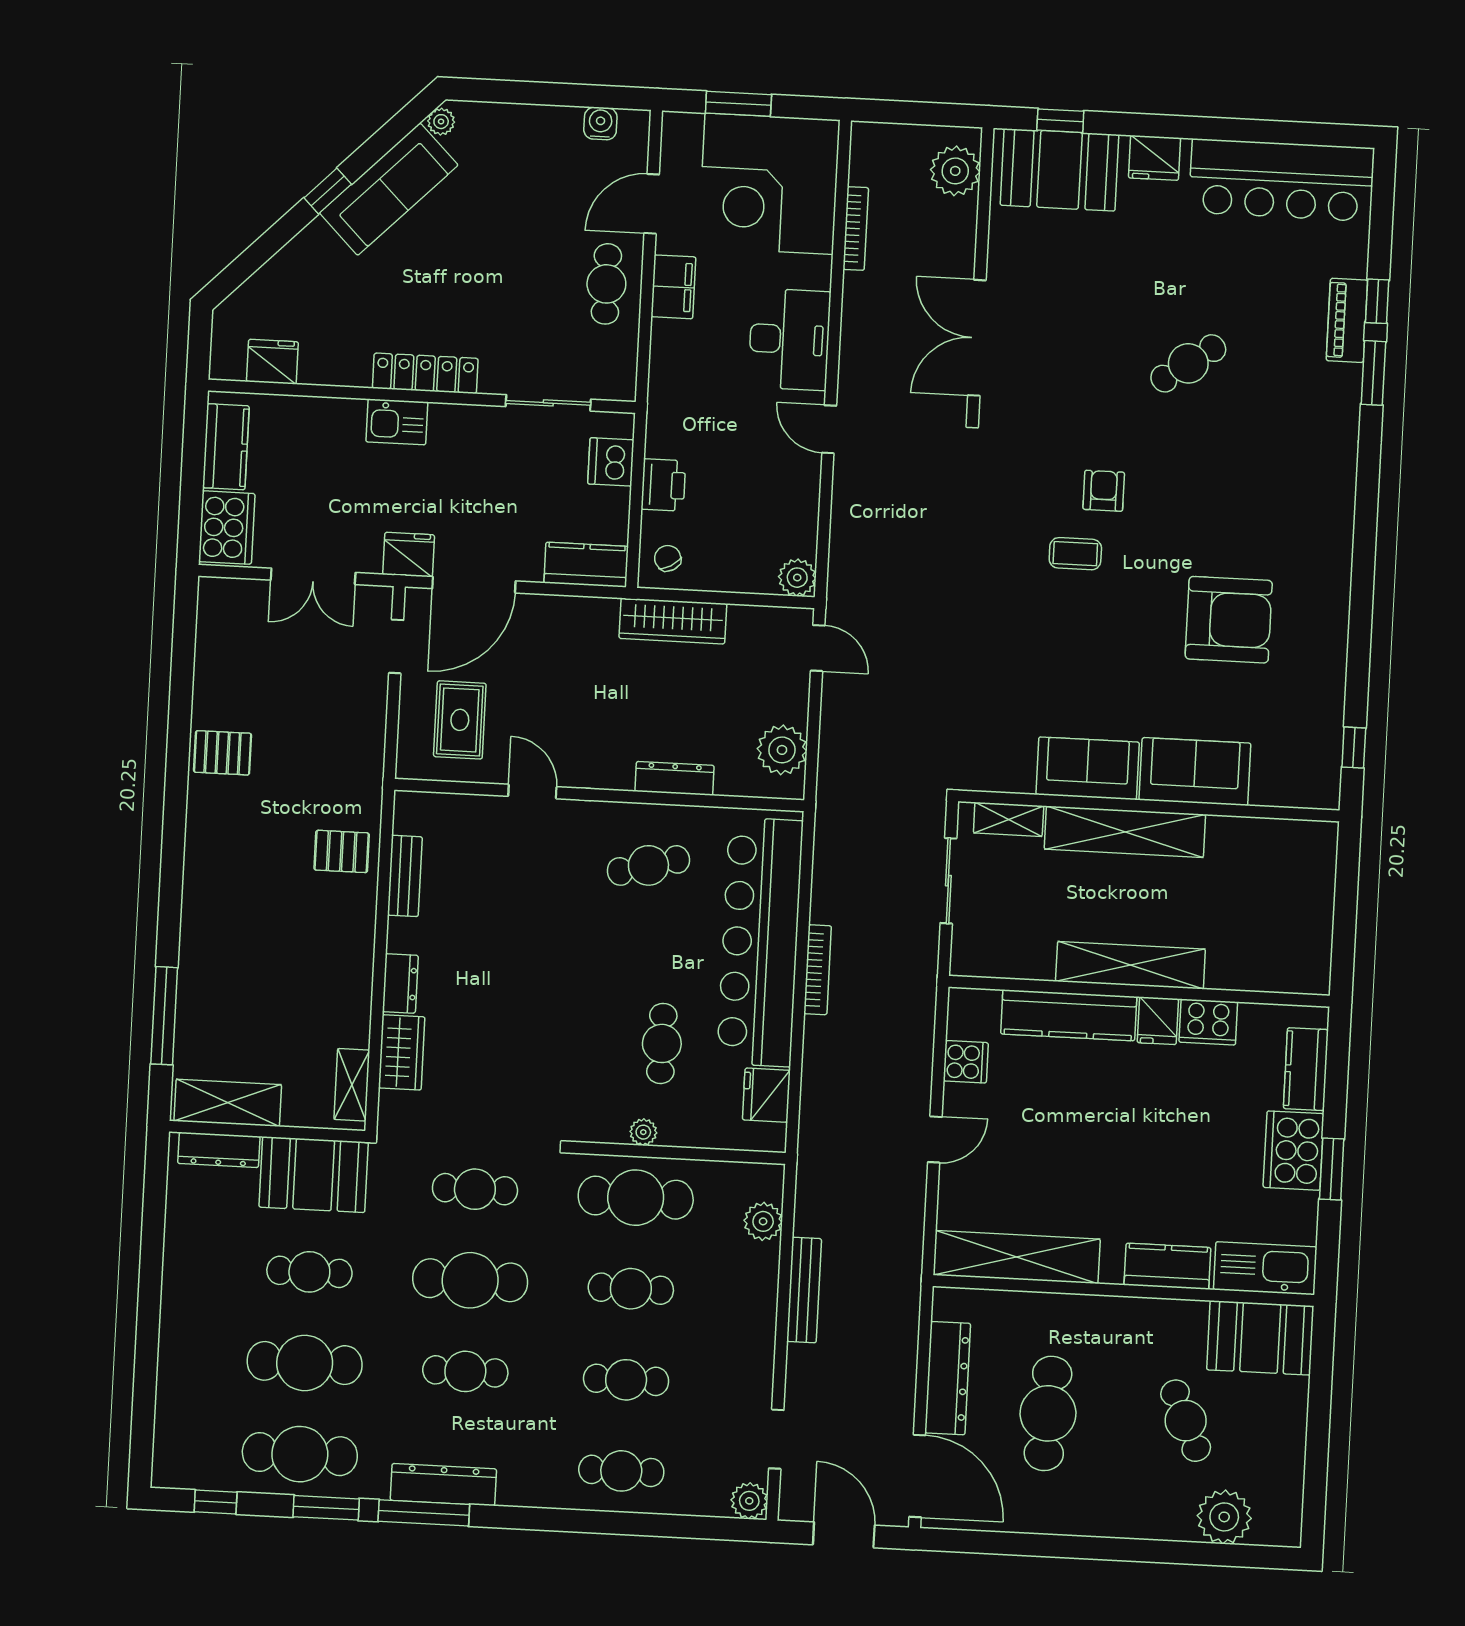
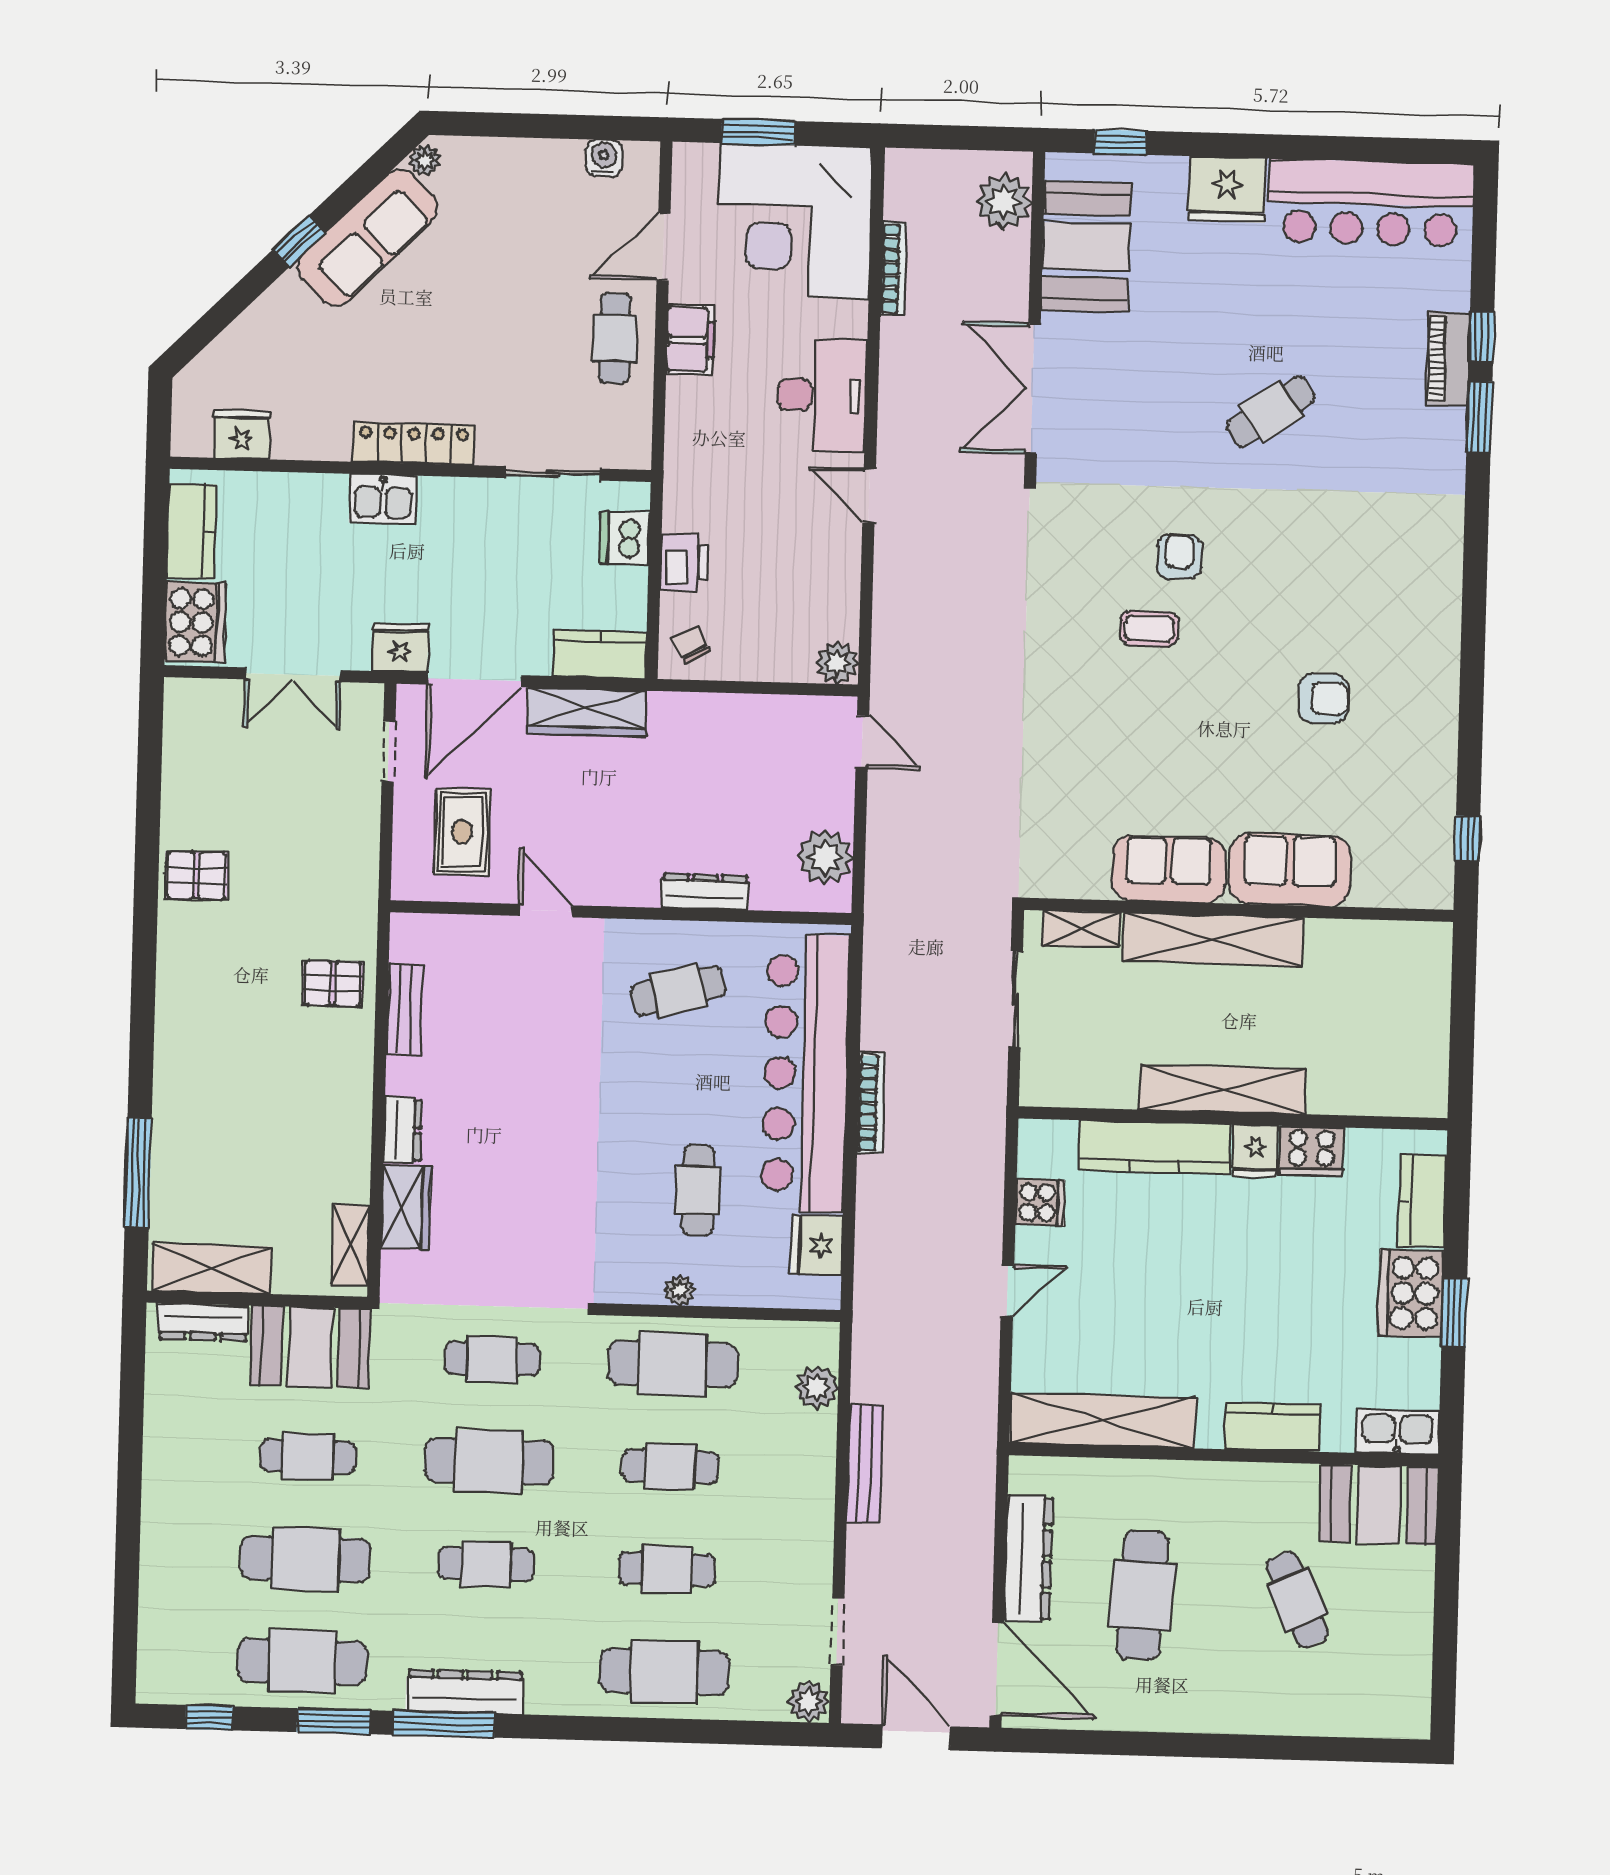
fridge: (1154, 158) -> (1227, 190), width x1.36, depth x1.34
booth: (1060, 170) -> (1086, 246), moved, turned 90
armchair: (1229, 620) -> (1323, 698), width x0.53, depth x0.53
wardrobe: (673, 621) -> (587, 712), moved
kitchen sink: (1265, 1268) -> (1397, 1432), width x0.73, depth x0.81
cafe table: (621, 1471) -> (664, 1672), width x1.37, depth x1.35
plant: (1224, 1517) -> (1343, 1707), removed

